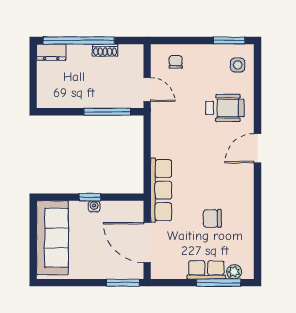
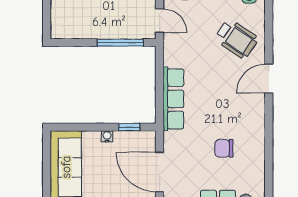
wheelchair: (225, 108) -> (236, 39), turned 34
row of seats: (161, 190) -> (173, 99), moved
window: (90, 197) -> (129, 127), moved

